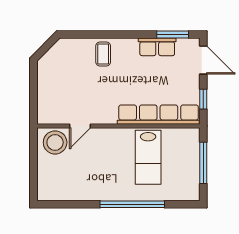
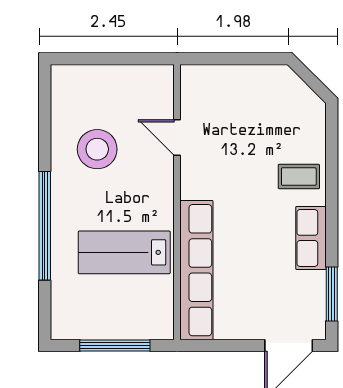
row of seats: (157, 47) -> (311, 238), moved
window: (203, 99) -> (223, 346), removed
stool: (55, 142) -> (97, 149), moved

